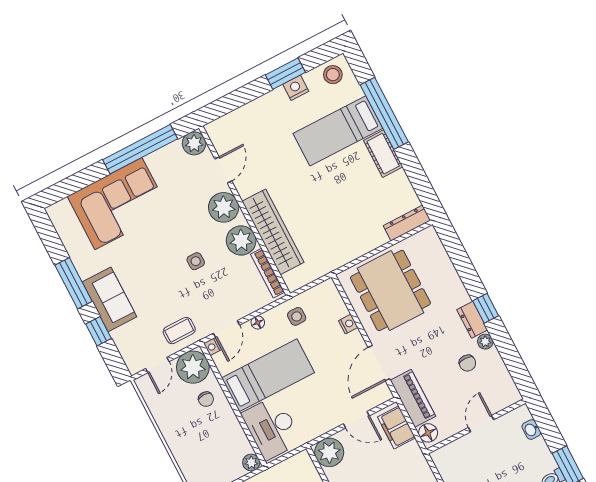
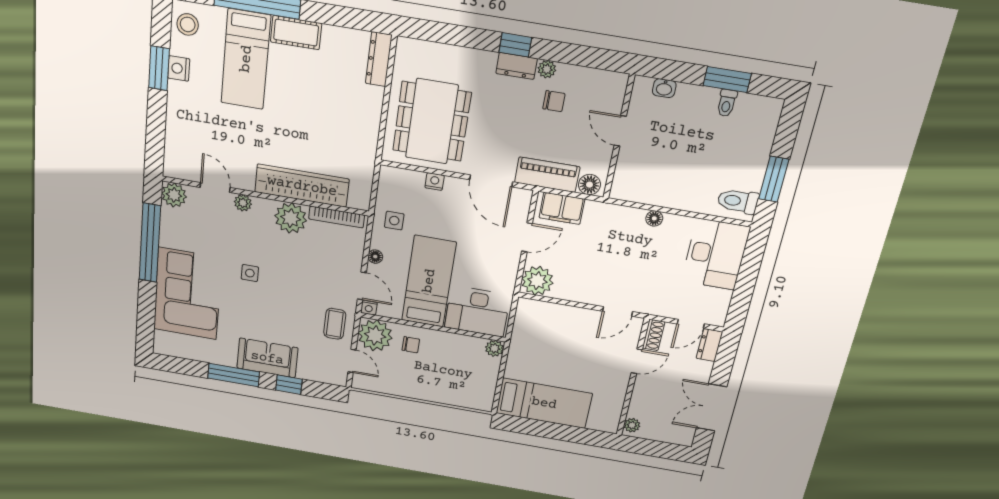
plant: (224, 207) -> (243, 203), width x0.53, depth x0.53
side table: (196, 261) -> (250, 273), moved
dining table: (390, 290) -> (432, 121), turned 90

